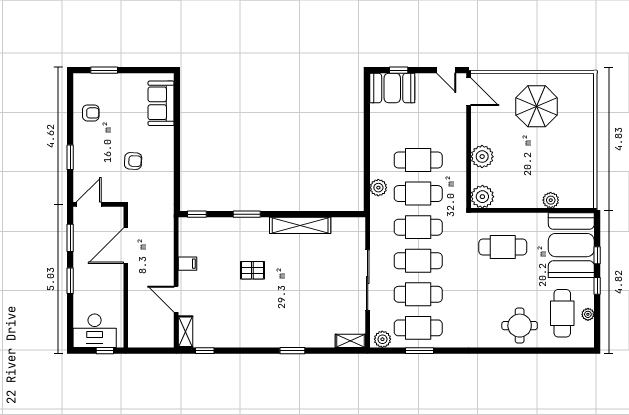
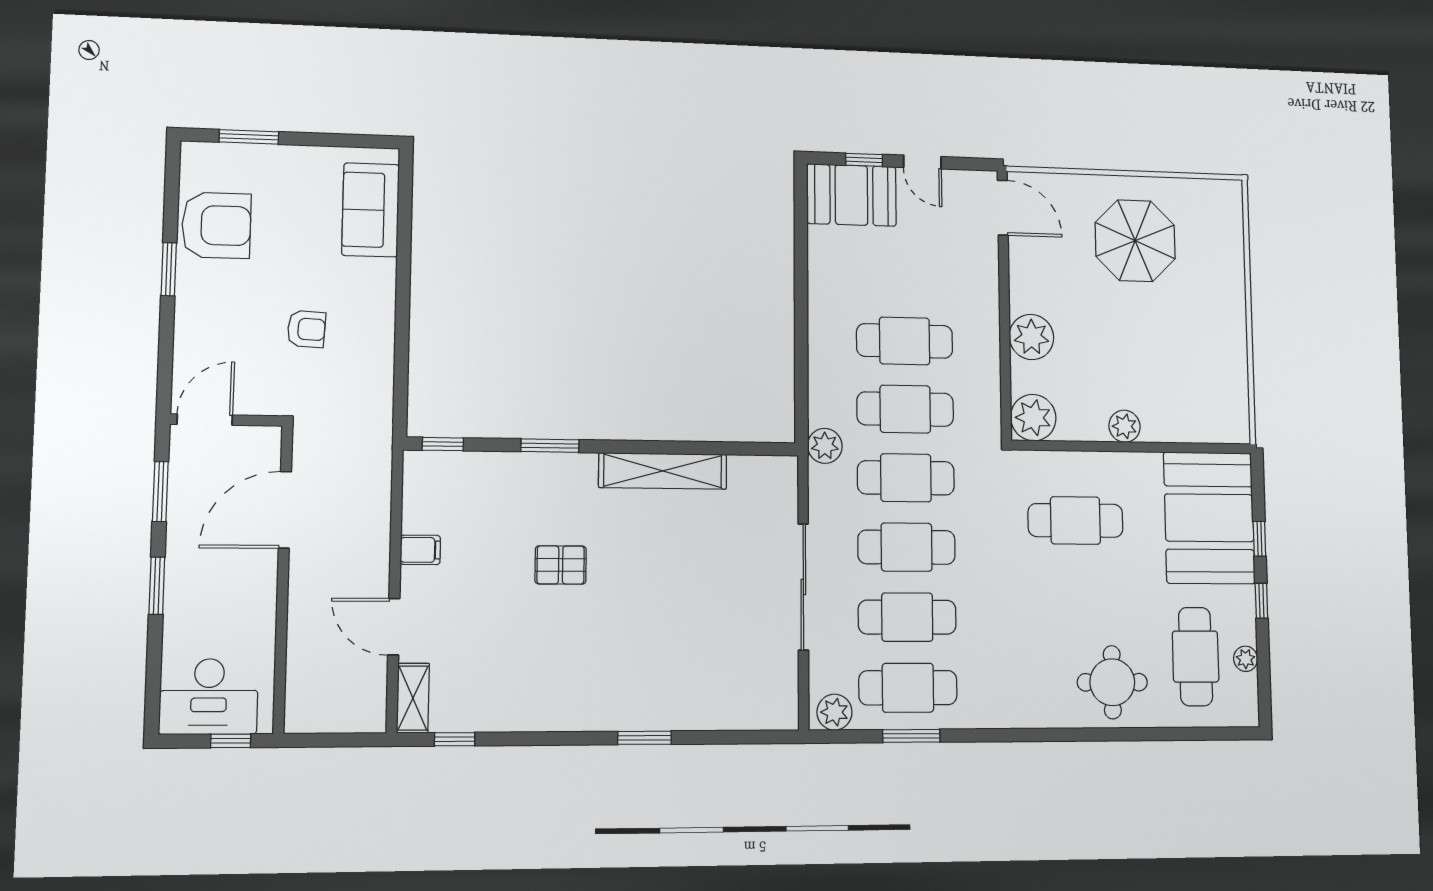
door: (446, 70) -> (922, 162), moved
armchair: (91, 113) -> (216, 225), width x1.88, depth x1.88
window: (70, 157) -> (169, 269), moved
plant: (378, 188) -> (825, 446), moved
plant: (551, 200) -> (1125, 426), moved
shelving: (350, 341) -> (768, 716), removed

